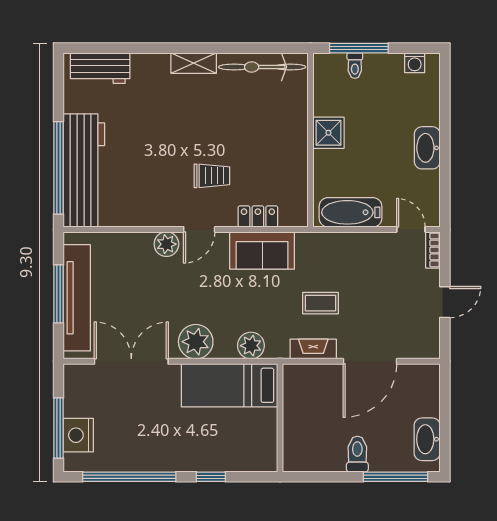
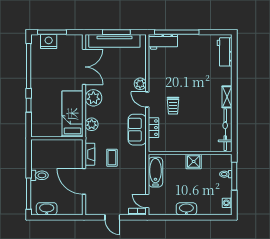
workbench: (84, 170) -> (163, 42), width x0.53, depth x0.76
door: (411, 229) -> (147, 201), swing flipped

